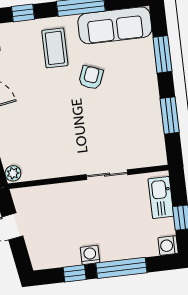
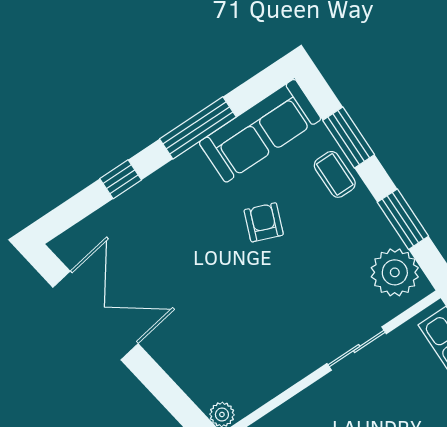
coffee table: (55, 48) -> (335, 174), moved, width x0.73, depth x0.77
plant: (150, 143) -> (395, 272), added

